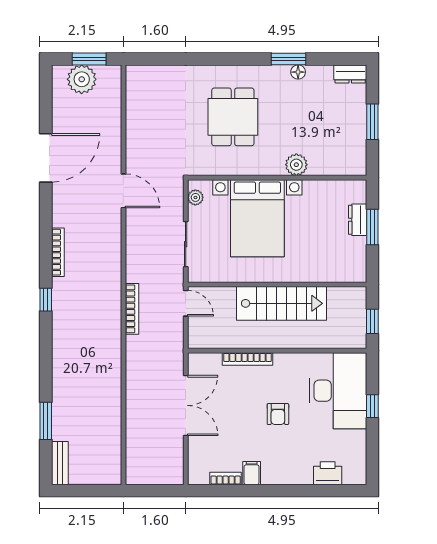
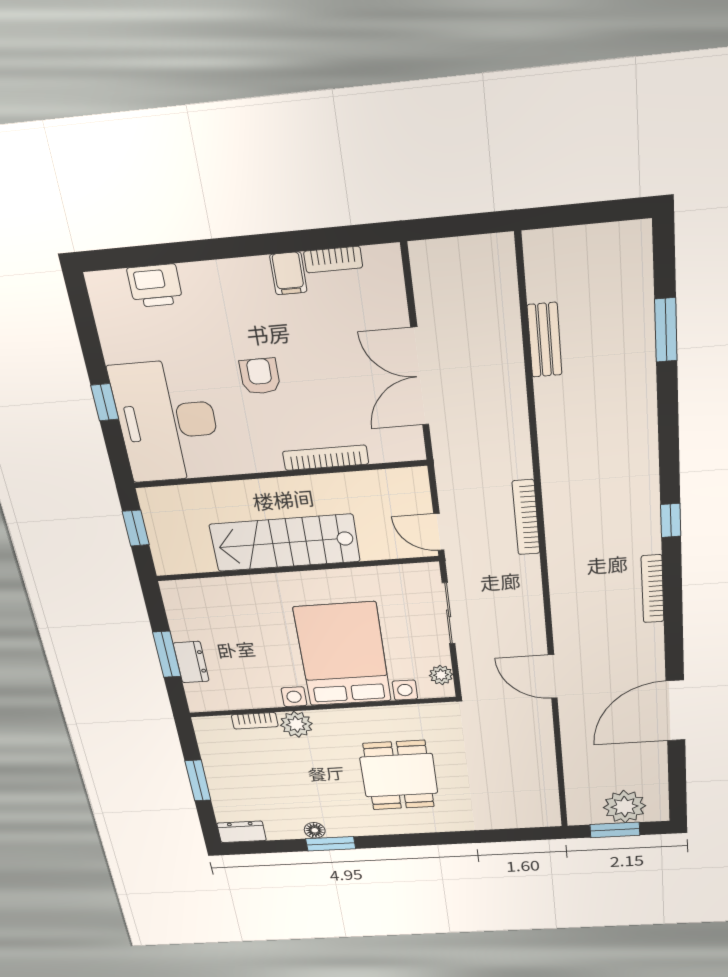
bookcase: (324, 170) -> (255, 721), added
bench: (60, 463) -> (545, 340), moved

